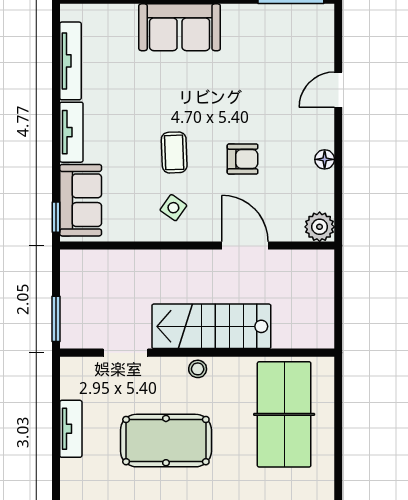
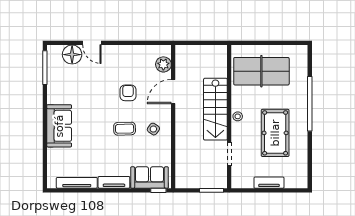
floor lamp: (325, 159) -> (72, 55), moved, width x1.89, depth x1.89
plant: (320, 227) -> (163, 64), moved

